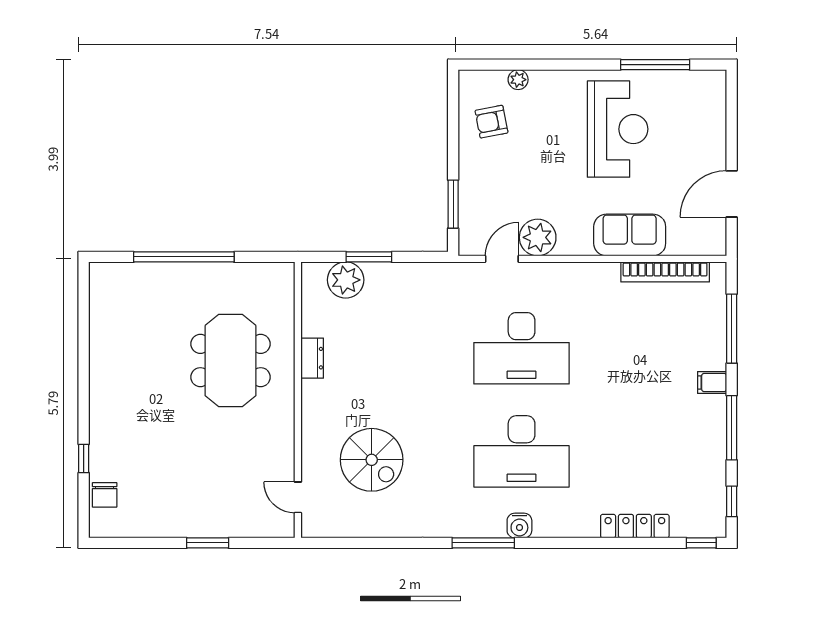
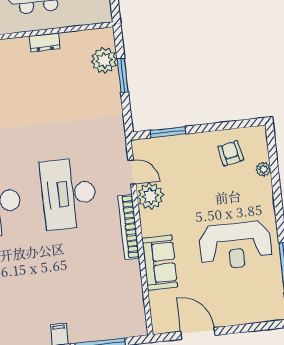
bookcase: (665, 272) -> (129, 227), moved

